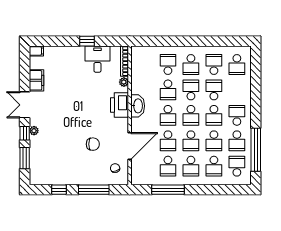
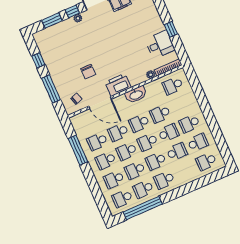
school desk: (168, 64) -> (173, 86), moved, turned 180
printer: (120, 105) -> (118, 85), moved
school desk: (237, 115) -> (164, 180), turned 180
school desk: (237, 166) -> (122, 198), turned 180

